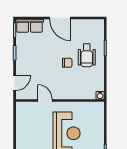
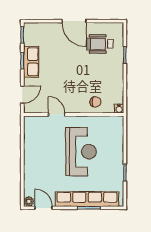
row of seats: (30, 26) -> (31, 62), moved, turned -90
wheelchair: (87, 55) -> (100, 44), moved, turned 90
chair: (67, 63) -> (95, 102), moved

